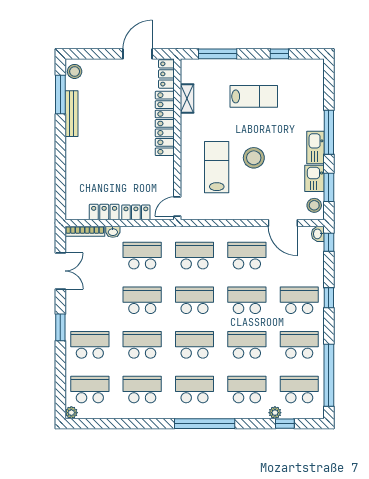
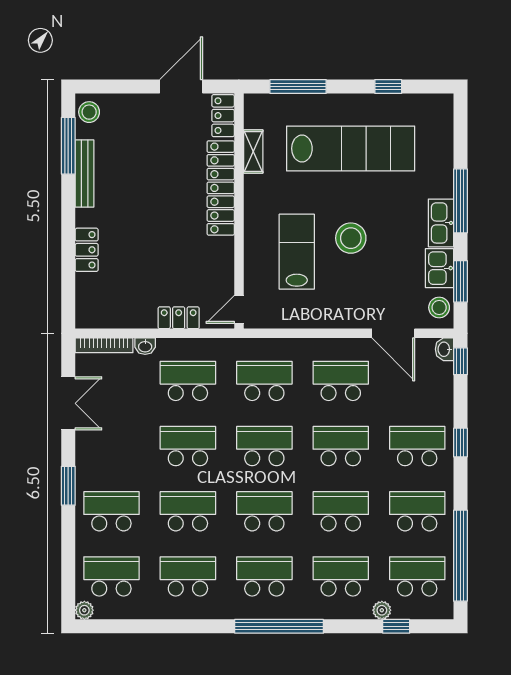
lab bench: (254, 96) -> (351, 148), width x1.86, depth x1.39
locker: (104, 212) -> (87, 250), moved, turned 90

